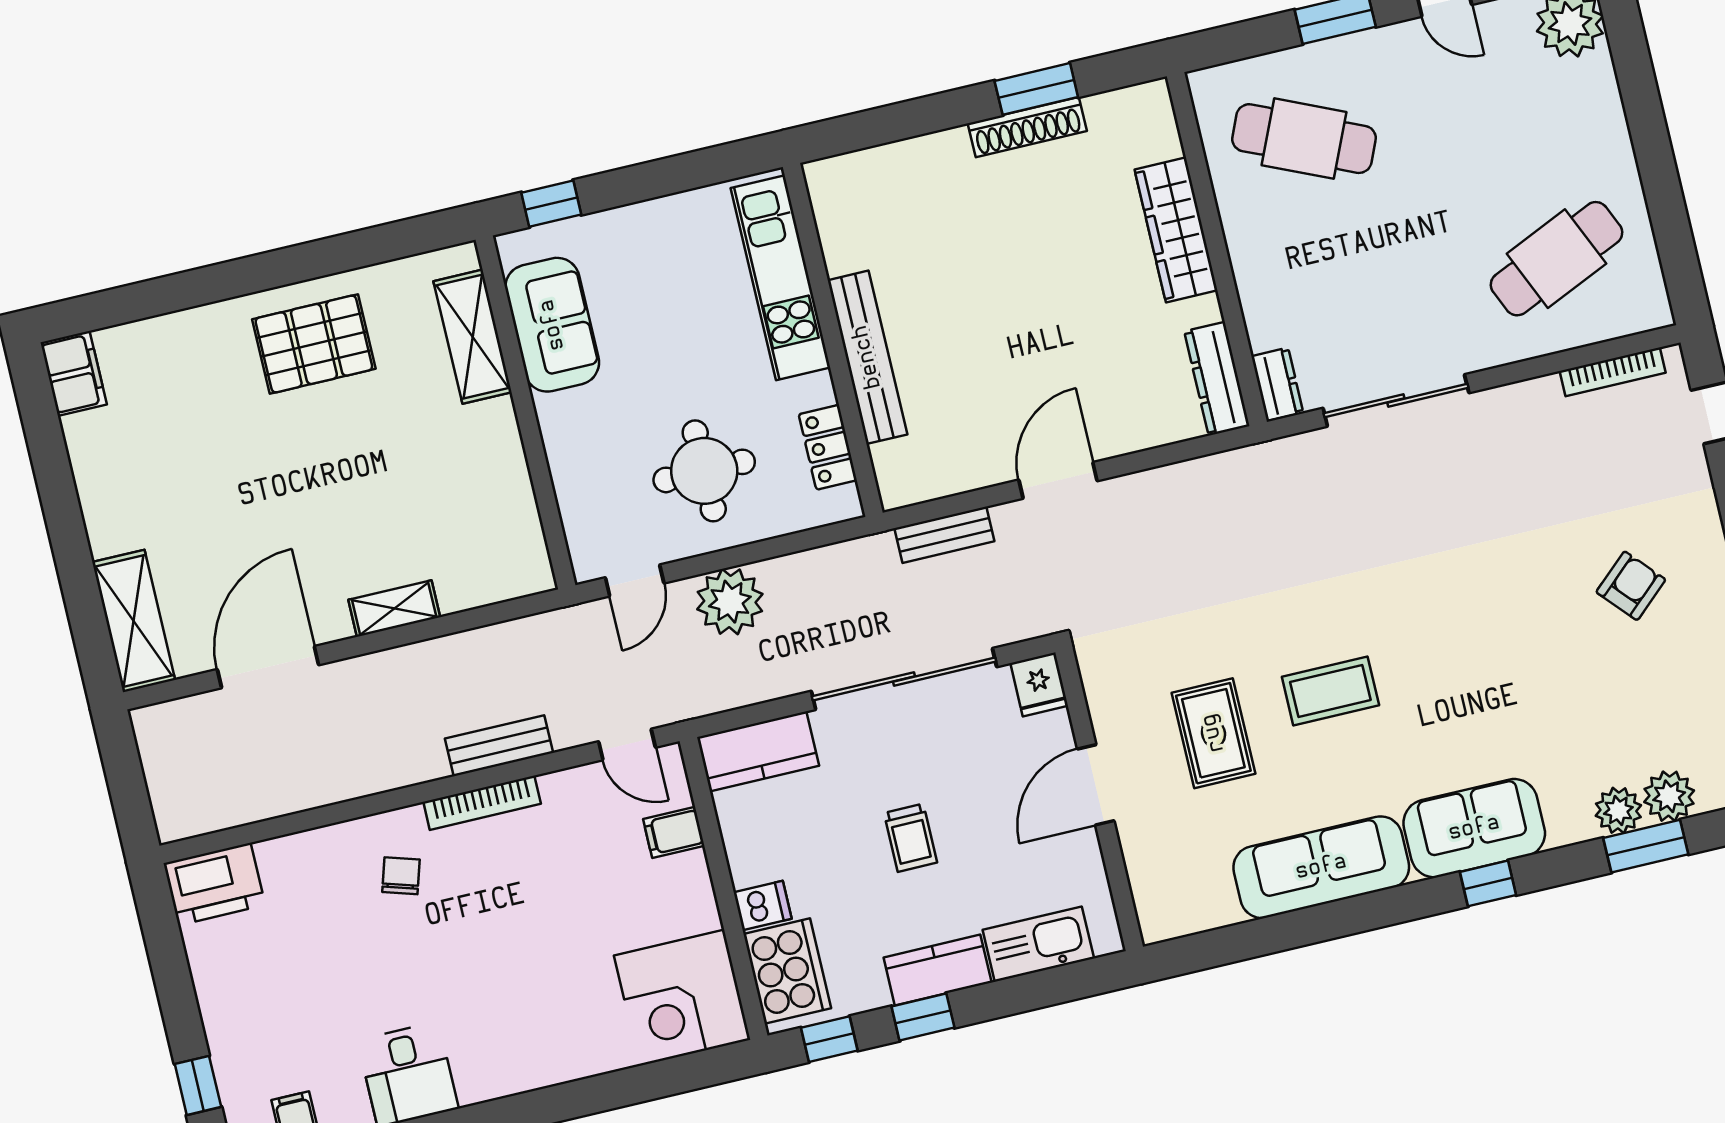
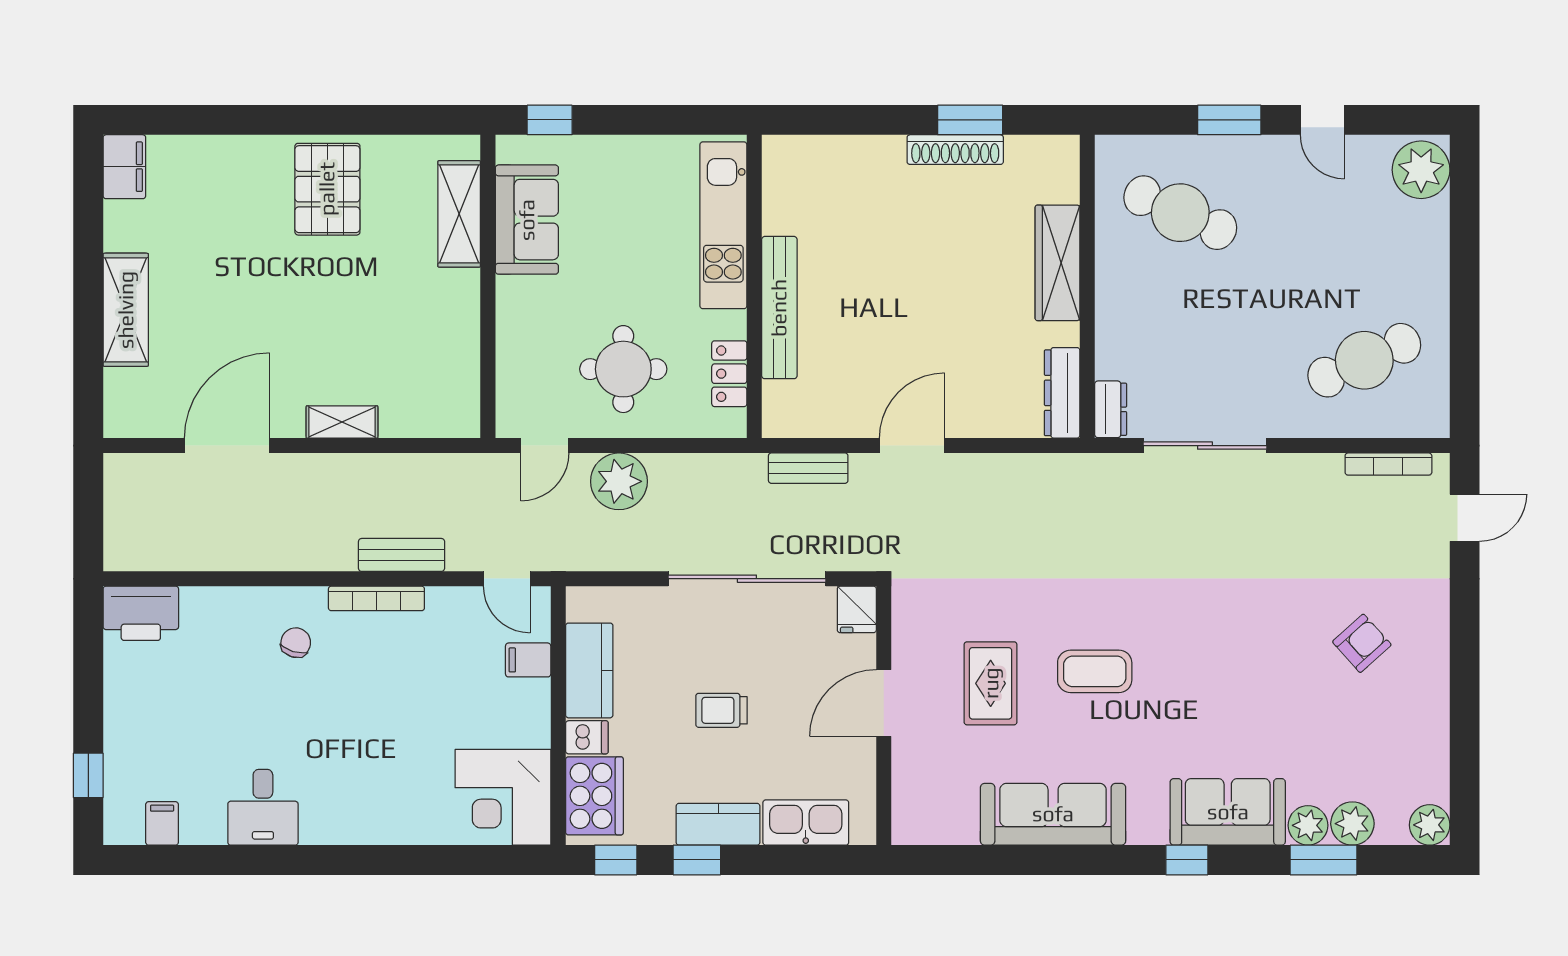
pallet: (314, 344) -> (327, 189), turned 90
shelving: (134, 621) -> (126, 310), moved
kitchen counter: (758, 751) -> (589, 670), moved, turned -90
sofa: (1474, 828) -> (1228, 812), moved
trolley: (910, 838) -> (721, 710), turned 90

